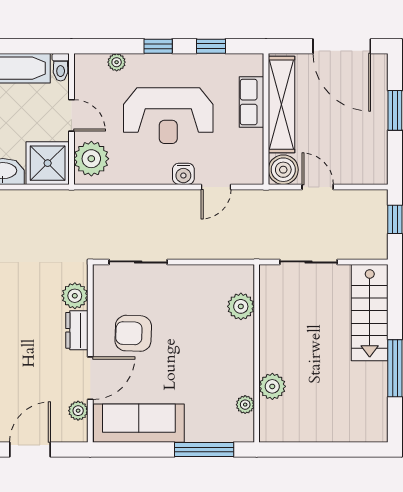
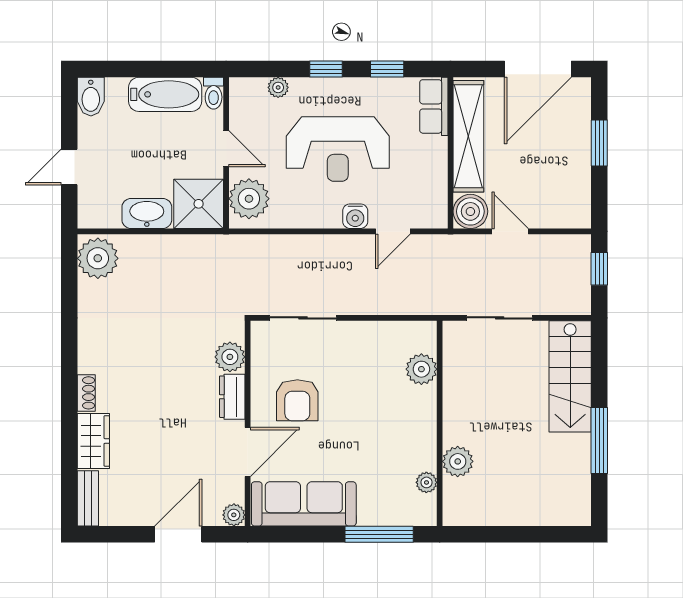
door: (342, 46) -> (538, 69), hinge flipped
row of seats: (252, 102) -> (434, 106), moved
armchair: (133, 333) -> (297, 400), turned -92
plant: (78, 411) -> (234, 515), moved

